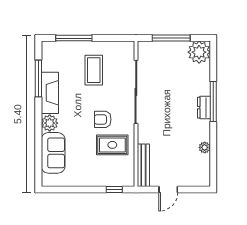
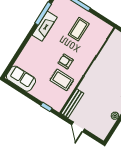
plant: (50, 123) -> (33, 44), removed
sofa: (53, 153) -> (21, 79), moved, turned -90
door: (168, 190) -> (78, 127), hinge flipped

